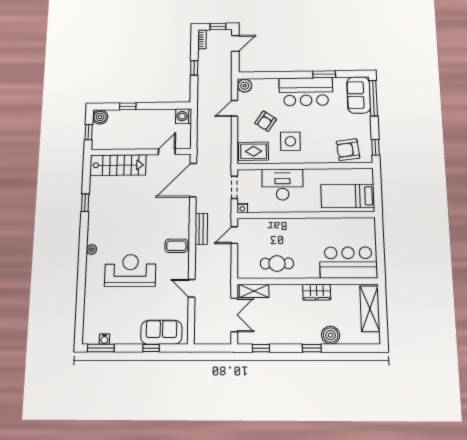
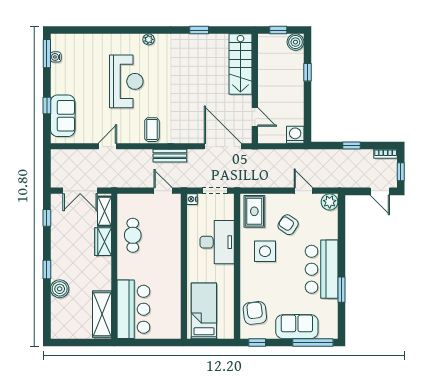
sofa: (359, 95) -> (297, 327), moved
wardrobe: (317, 292) -> (103, 242), moved
shelving: (370, 309) -> (102, 314), moved, turned 90

